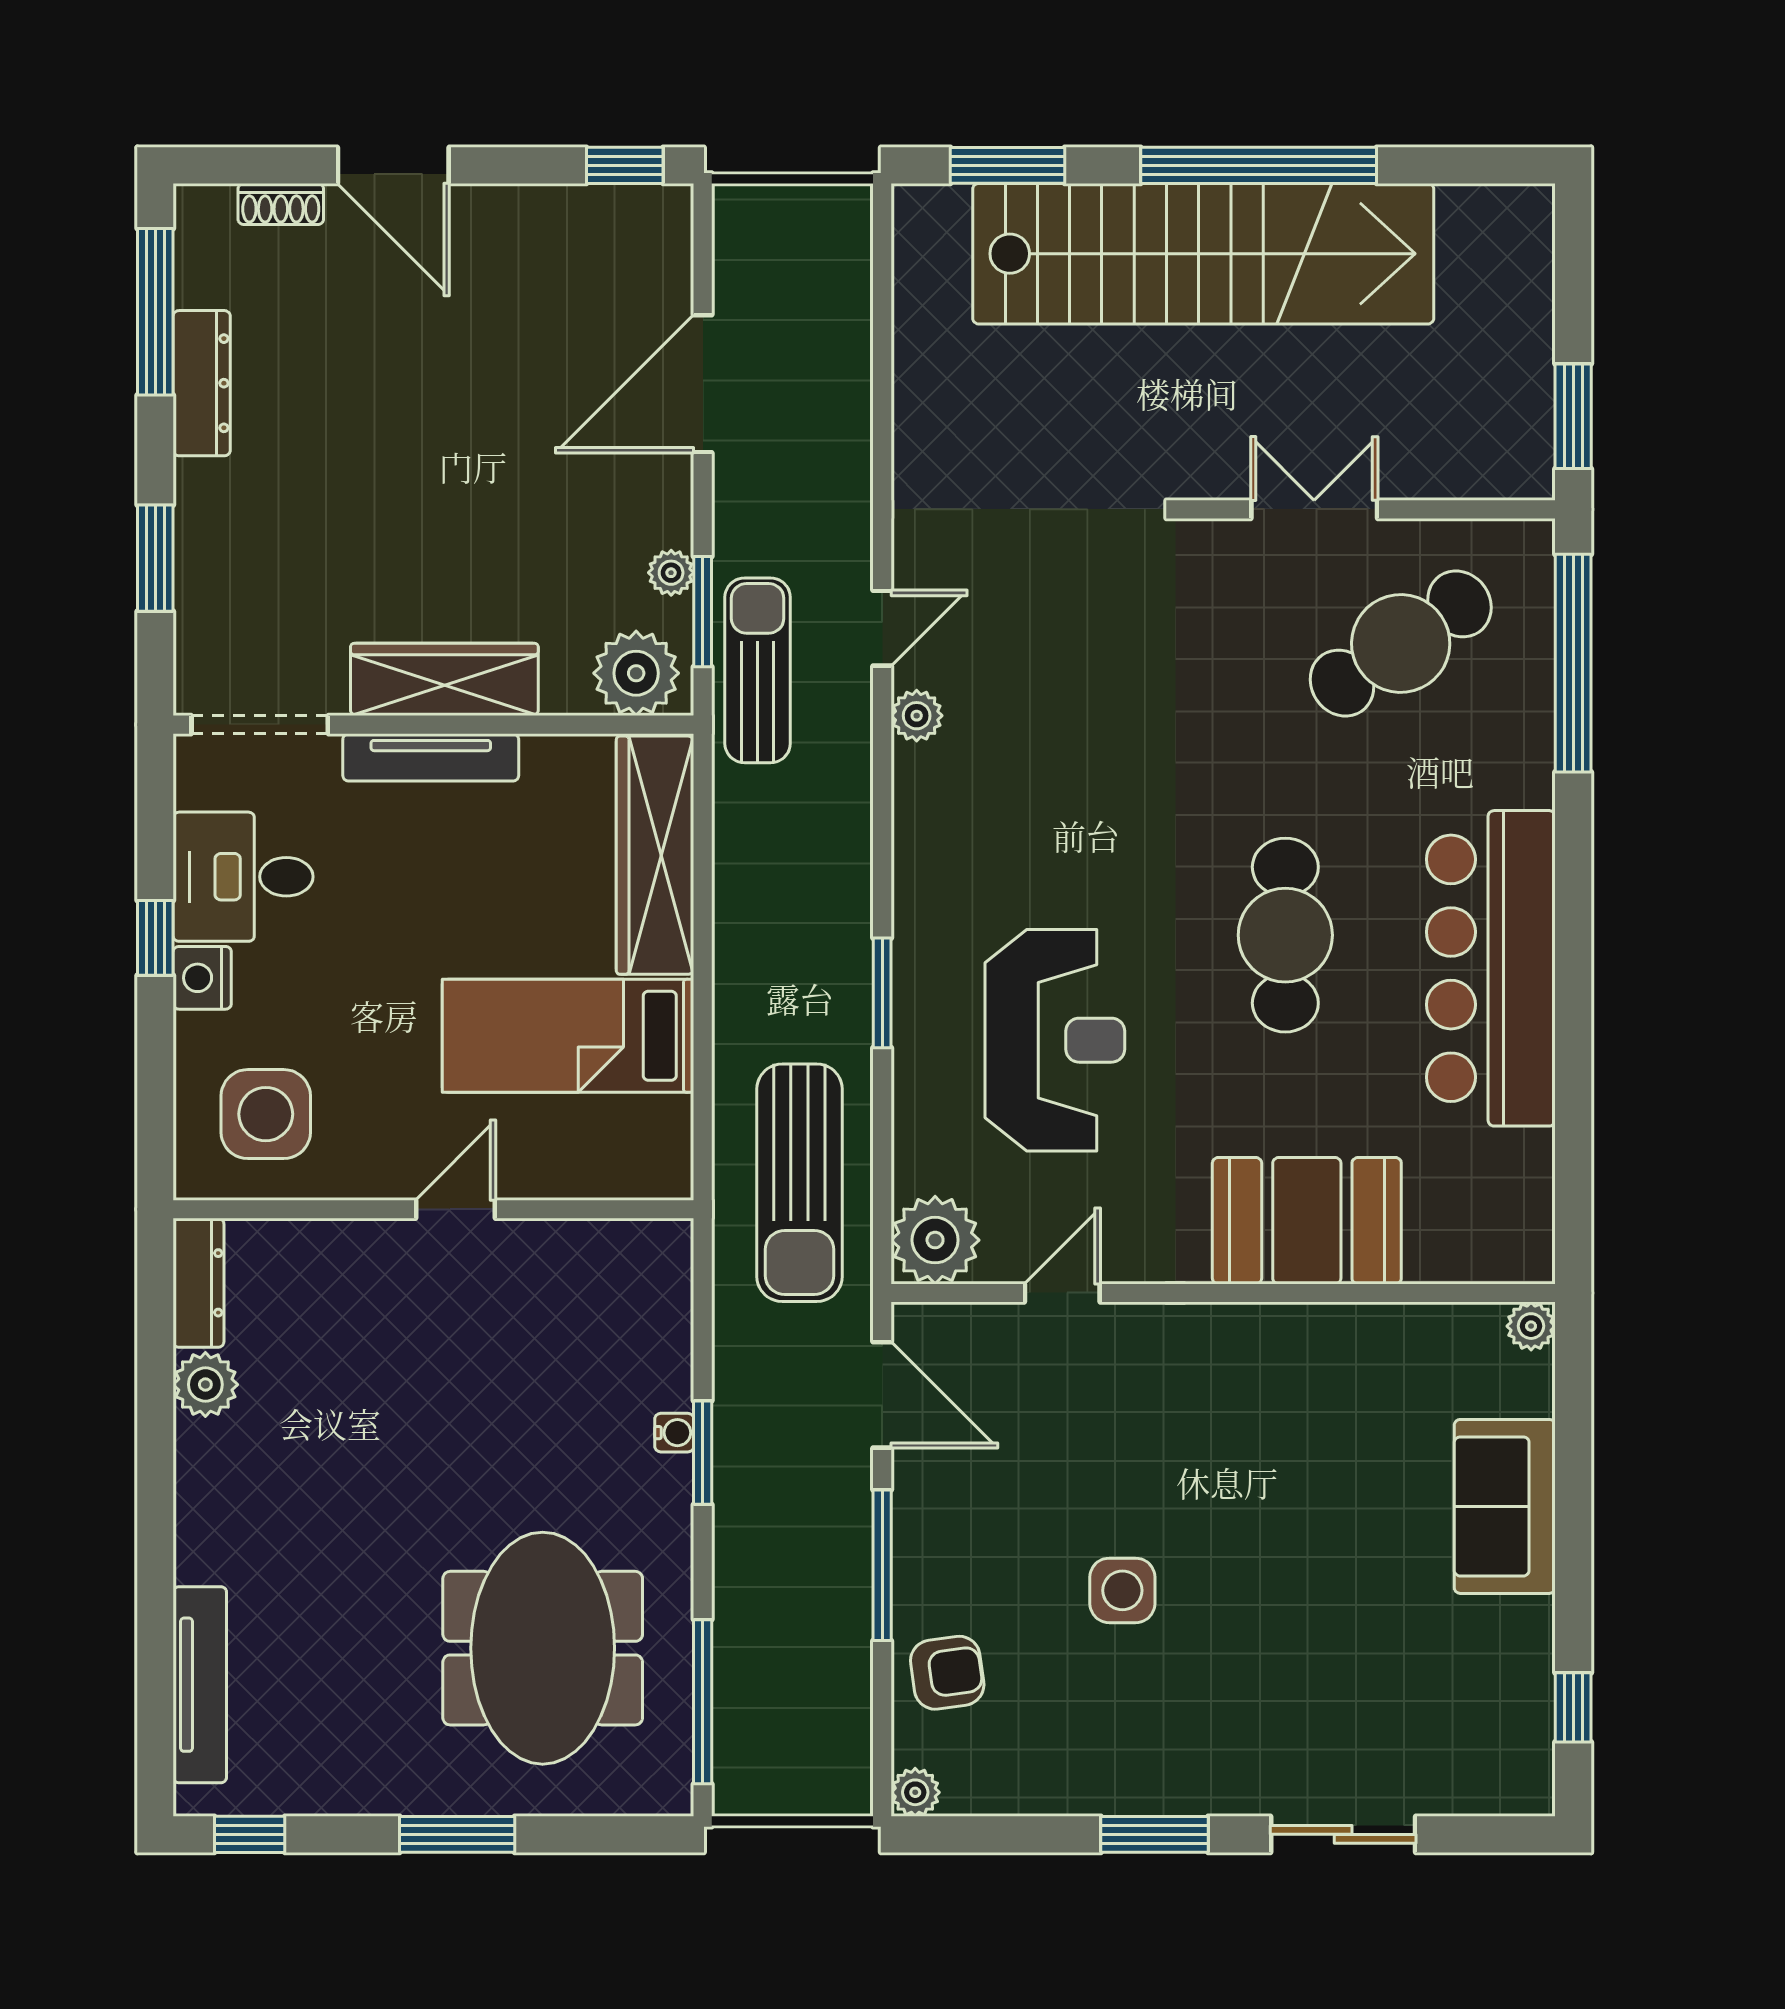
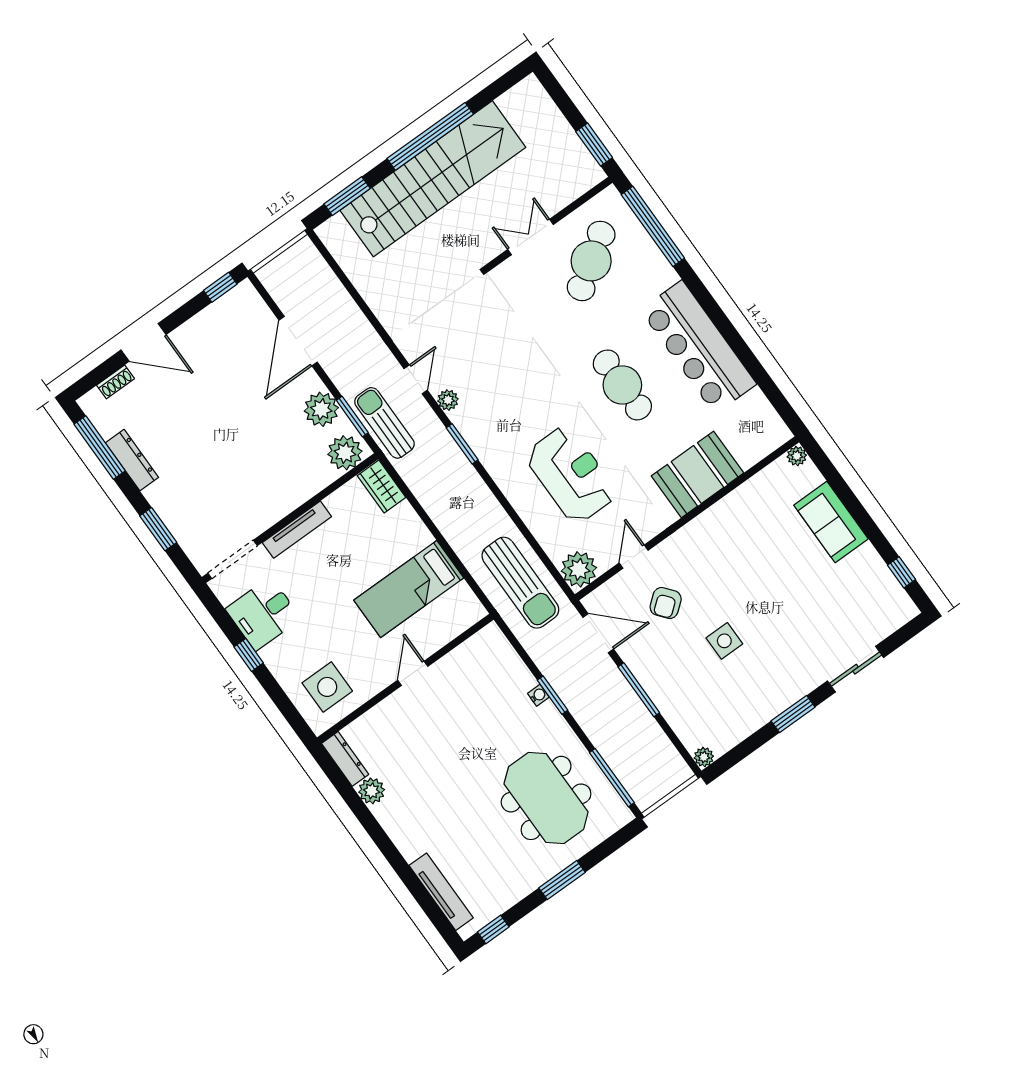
plant: (671, 573) -> (321, 409), width x1.87, depth x1.87
wardrobe: (444, 679) -> (283, 500), removed
wardrobe: (655, 855) -> (382, 486), width x0.48, depth x0.85
nightstand: (202, 978) -> (274, 657), removed
window: (882, 993) -> (462, 444), moved
armchair: (947, 1673) -> (666, 603), moved, turned 149

